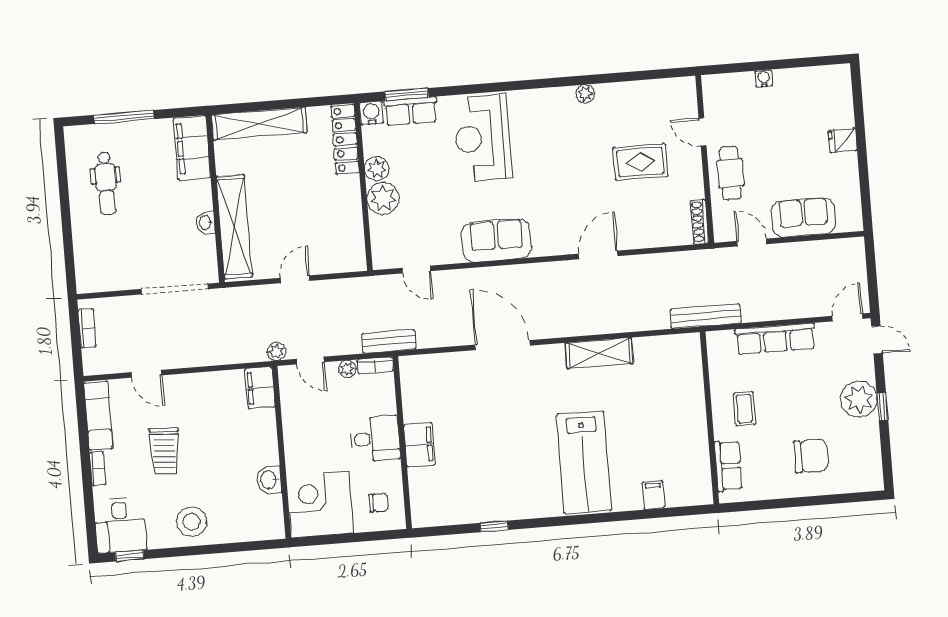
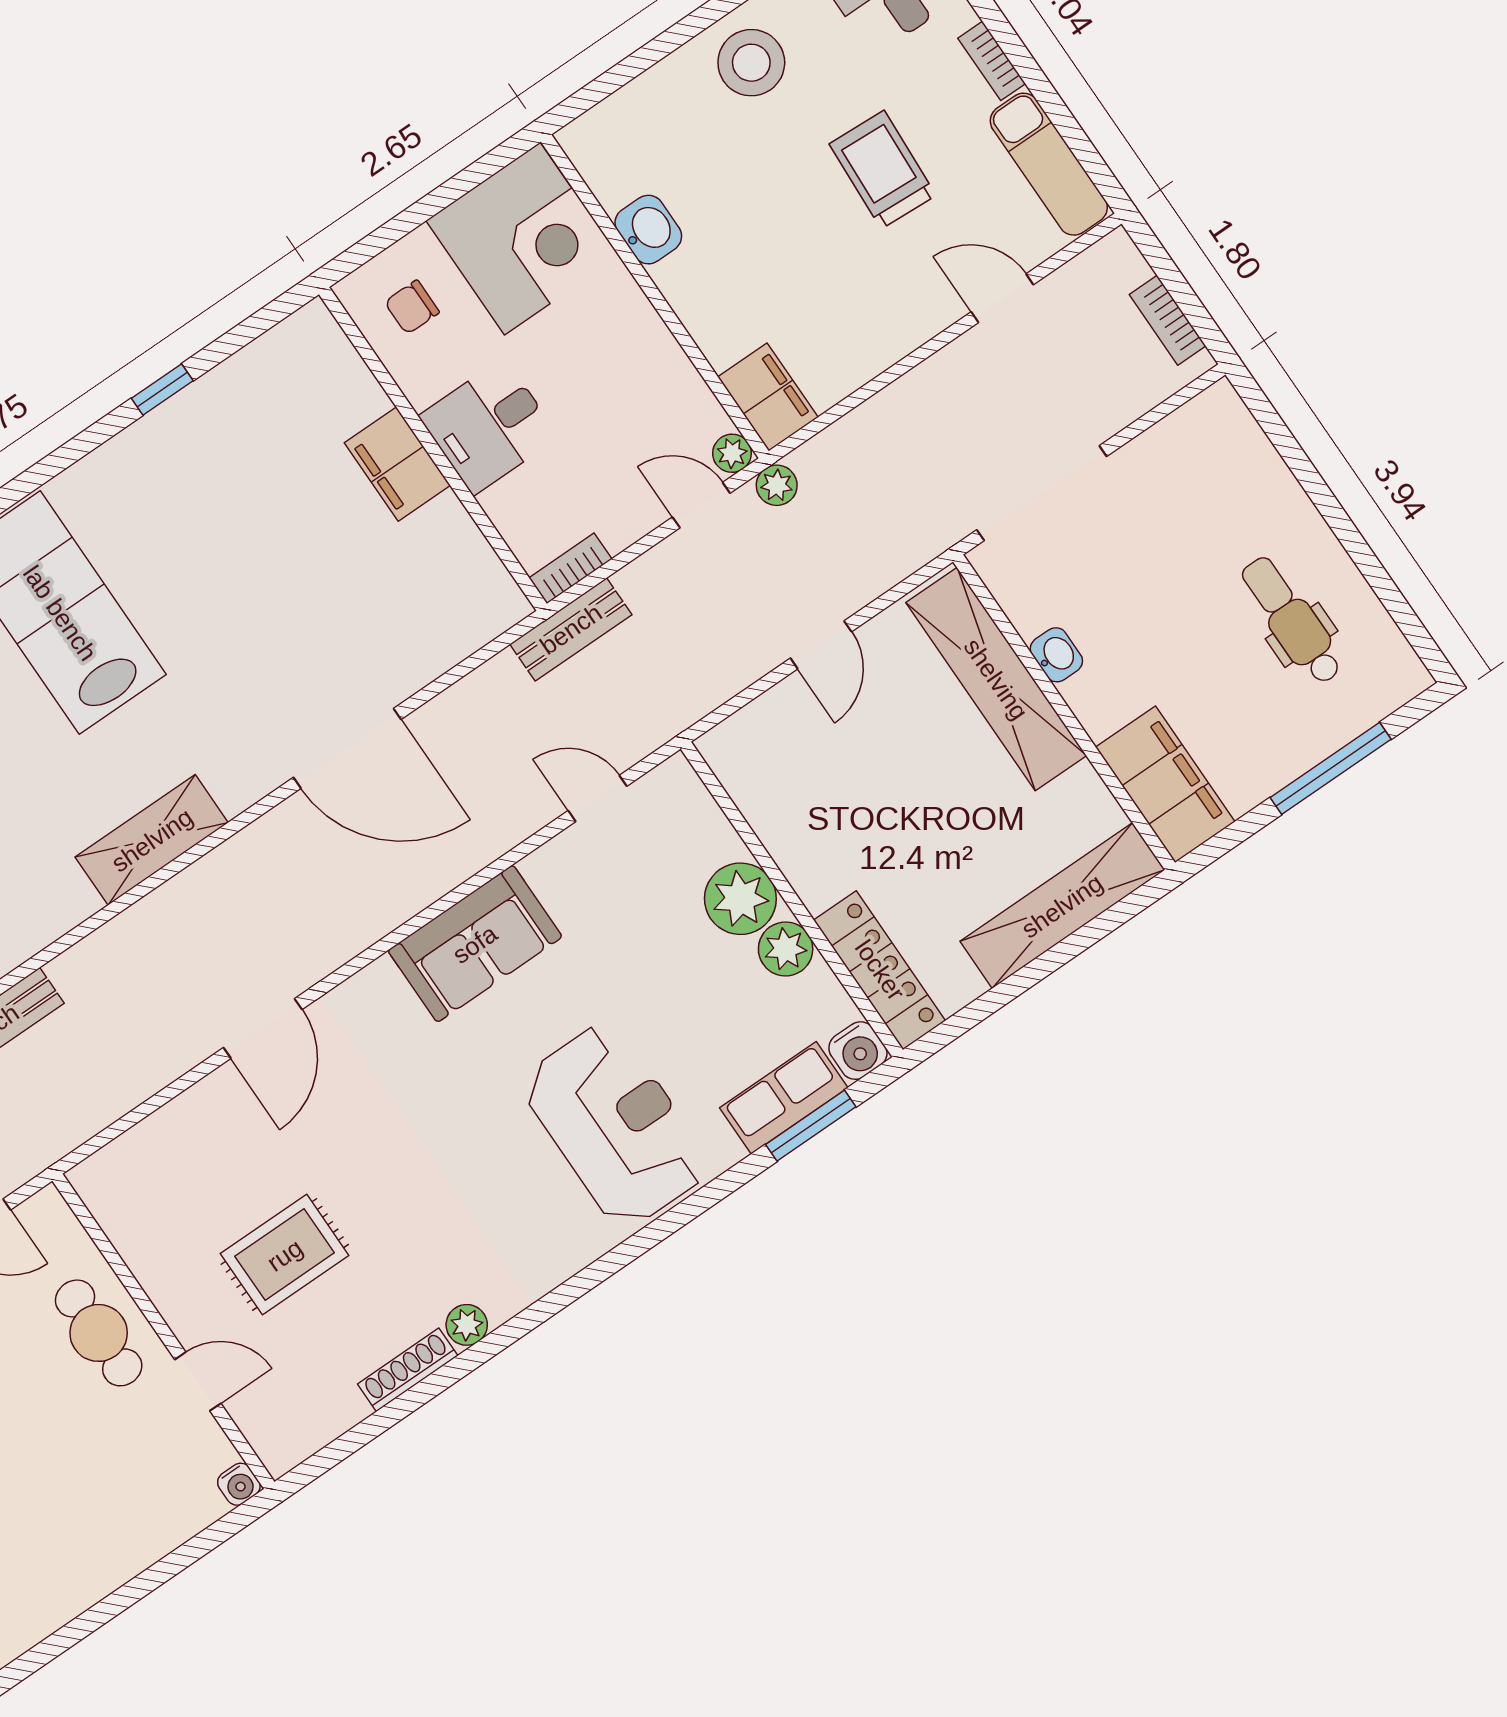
water cooler: (764, 78) -> (239, 1484), moved
shoe rack: (699, 222) -> (408, 1370), moved, turned -90
plant: (347, 369) -> (732, 453), moved

